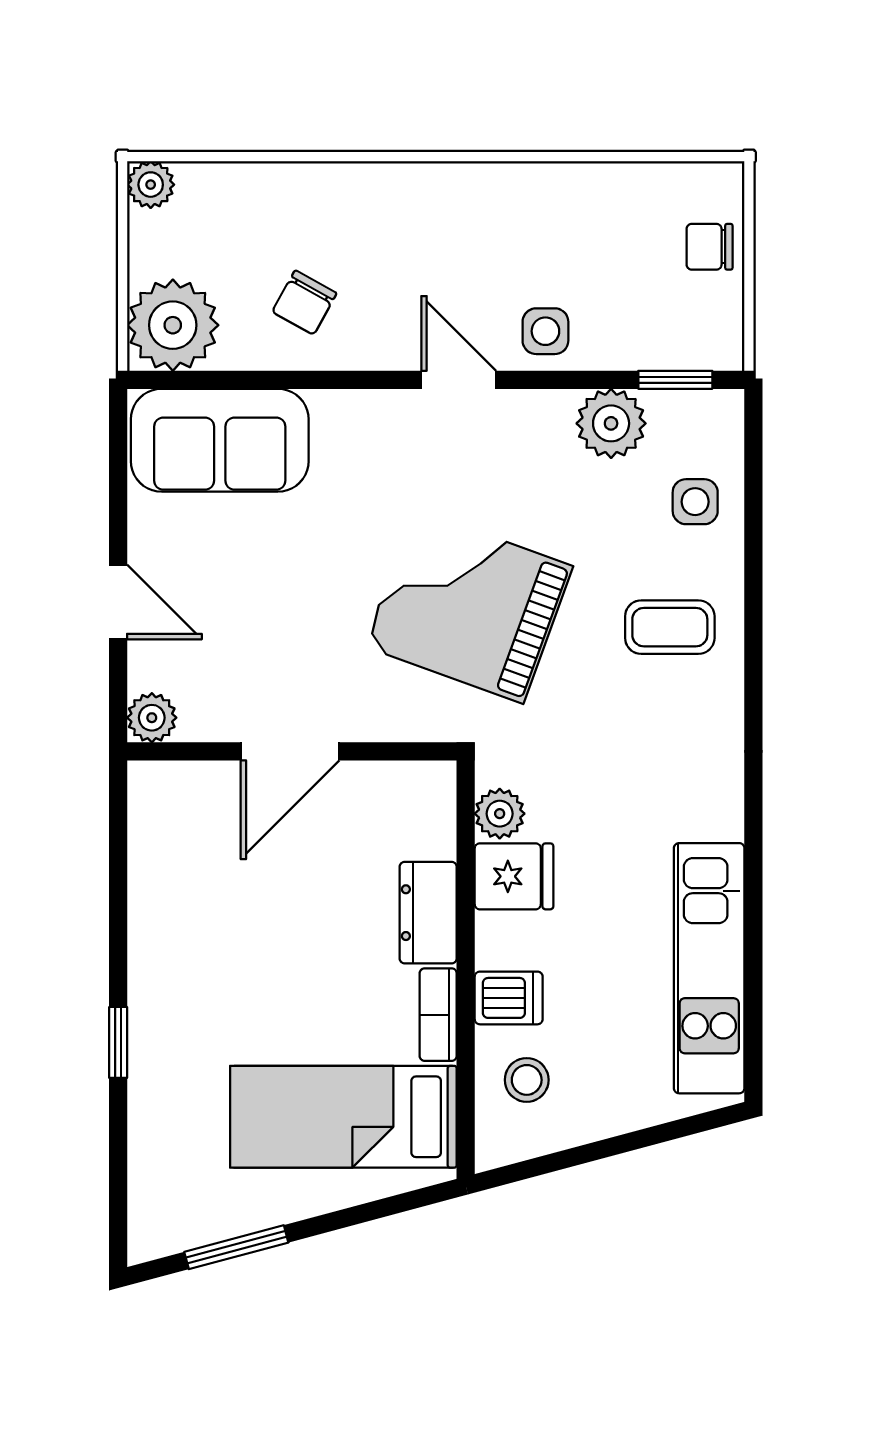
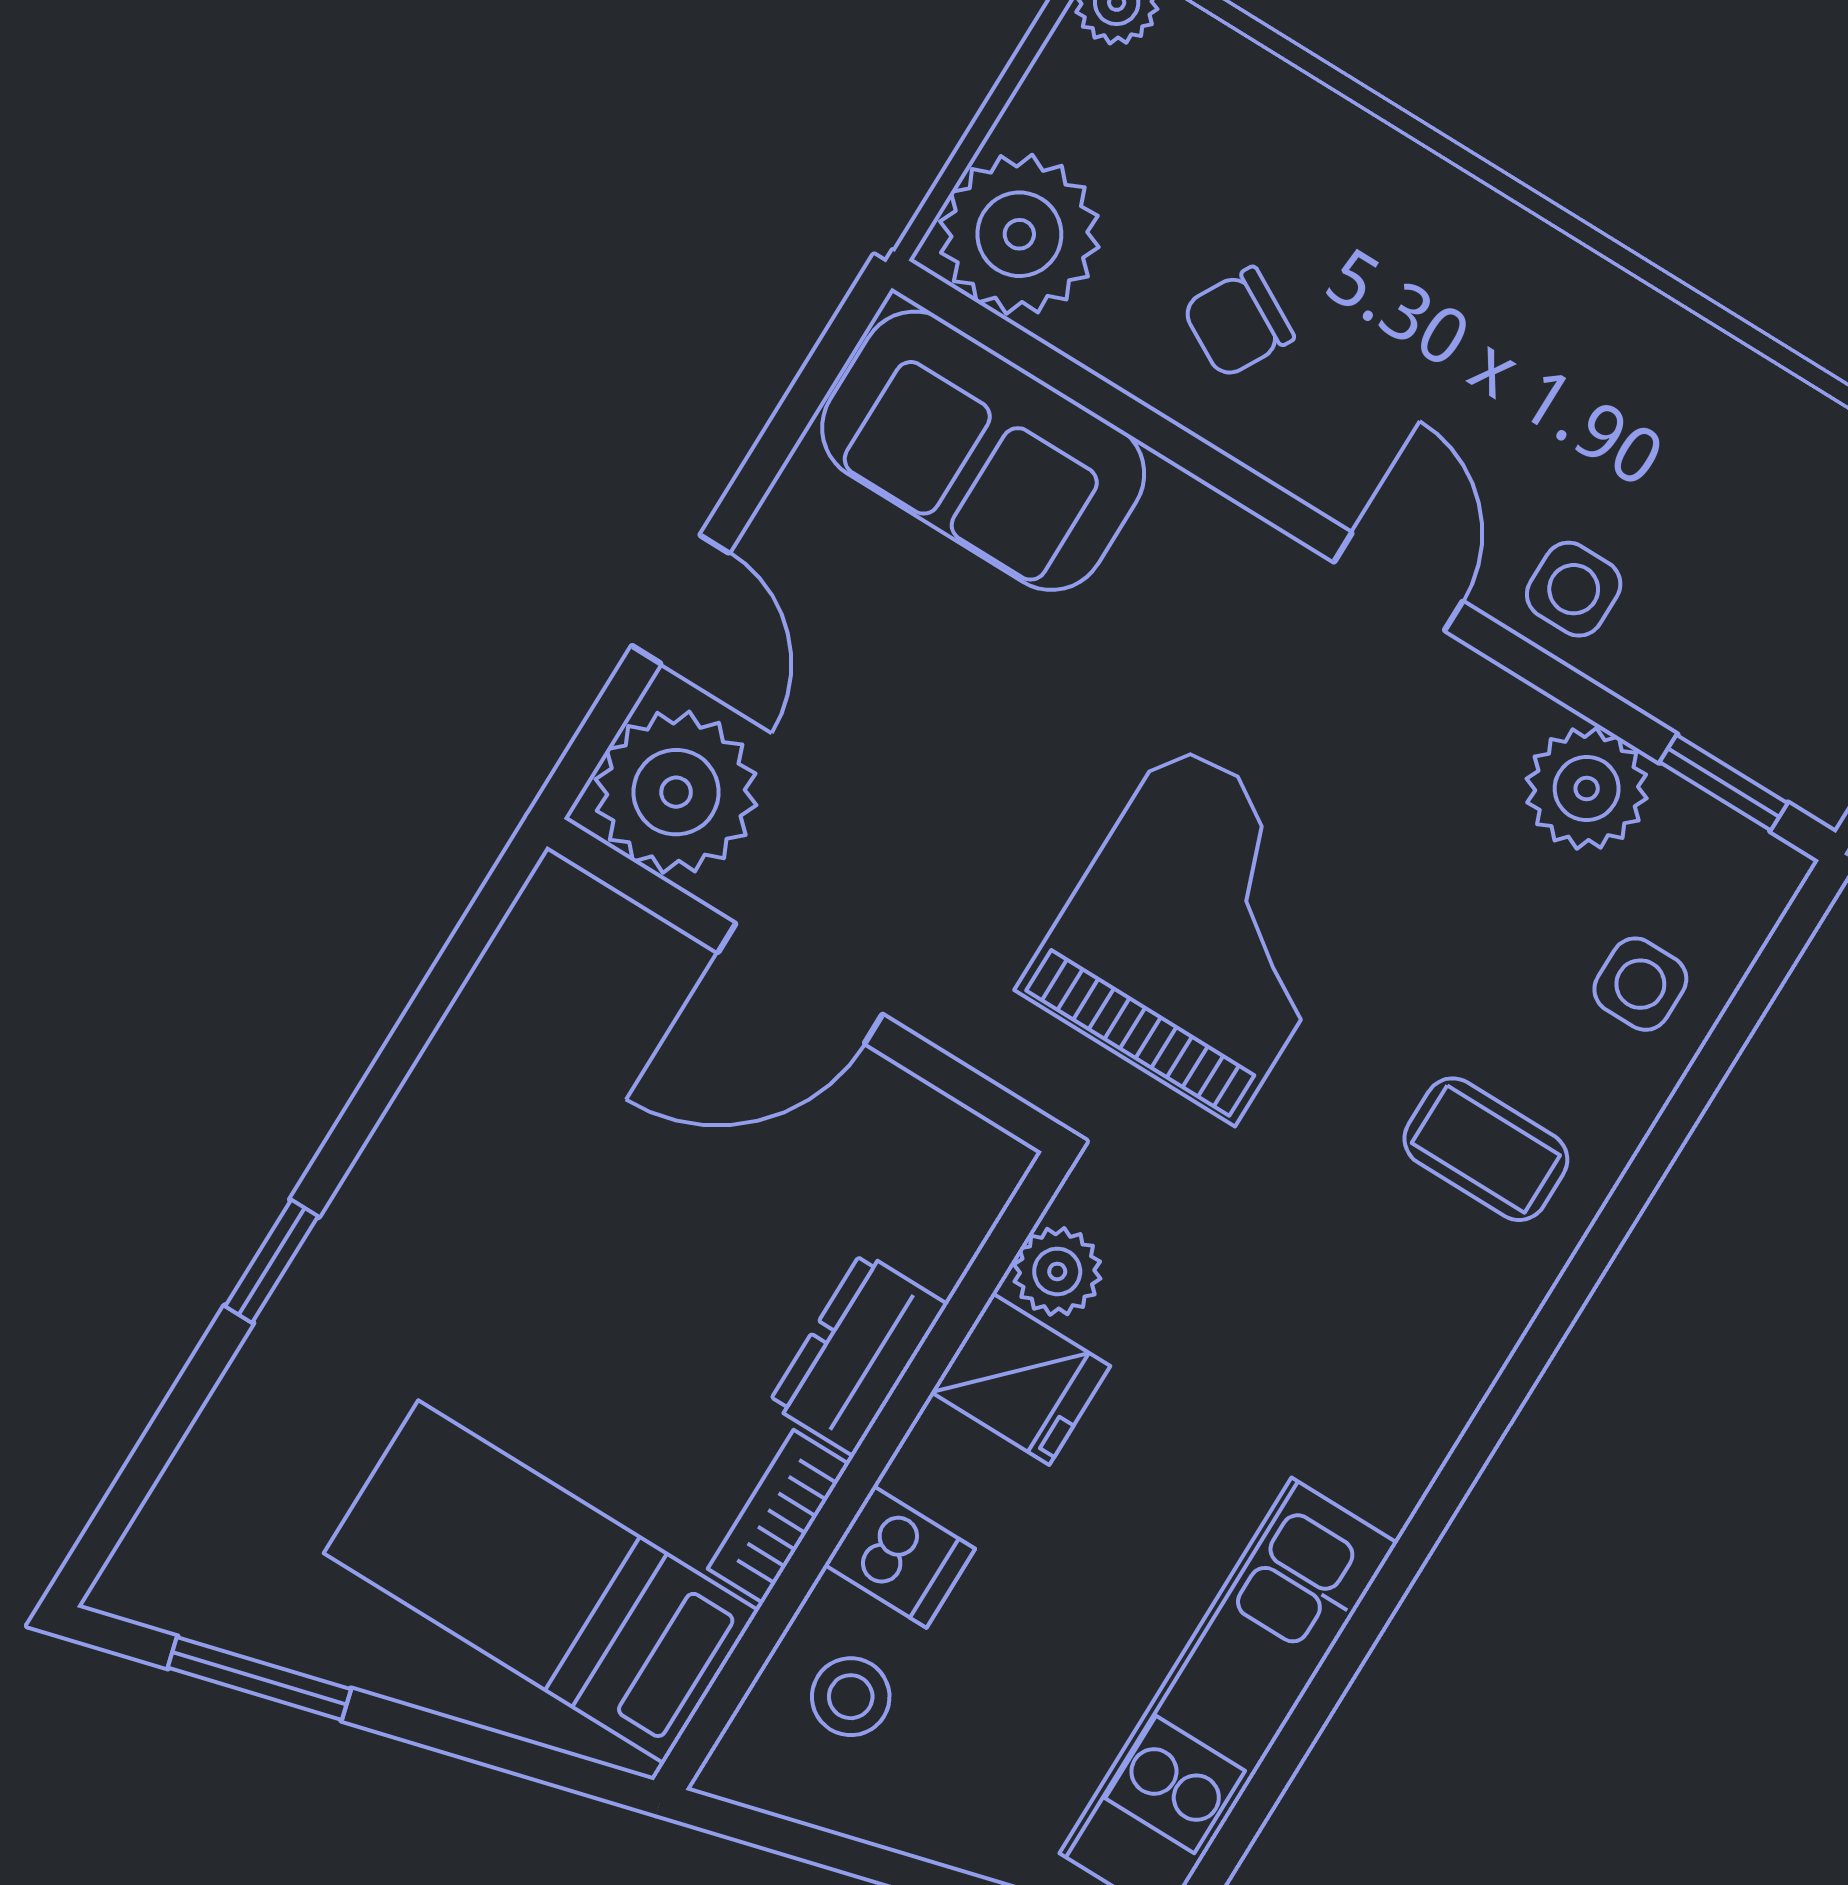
grand piano: (469, 606) -> (1203, 931), turned 70
plant: (152, 718) -> (676, 792), width x1.87, depth x1.87

